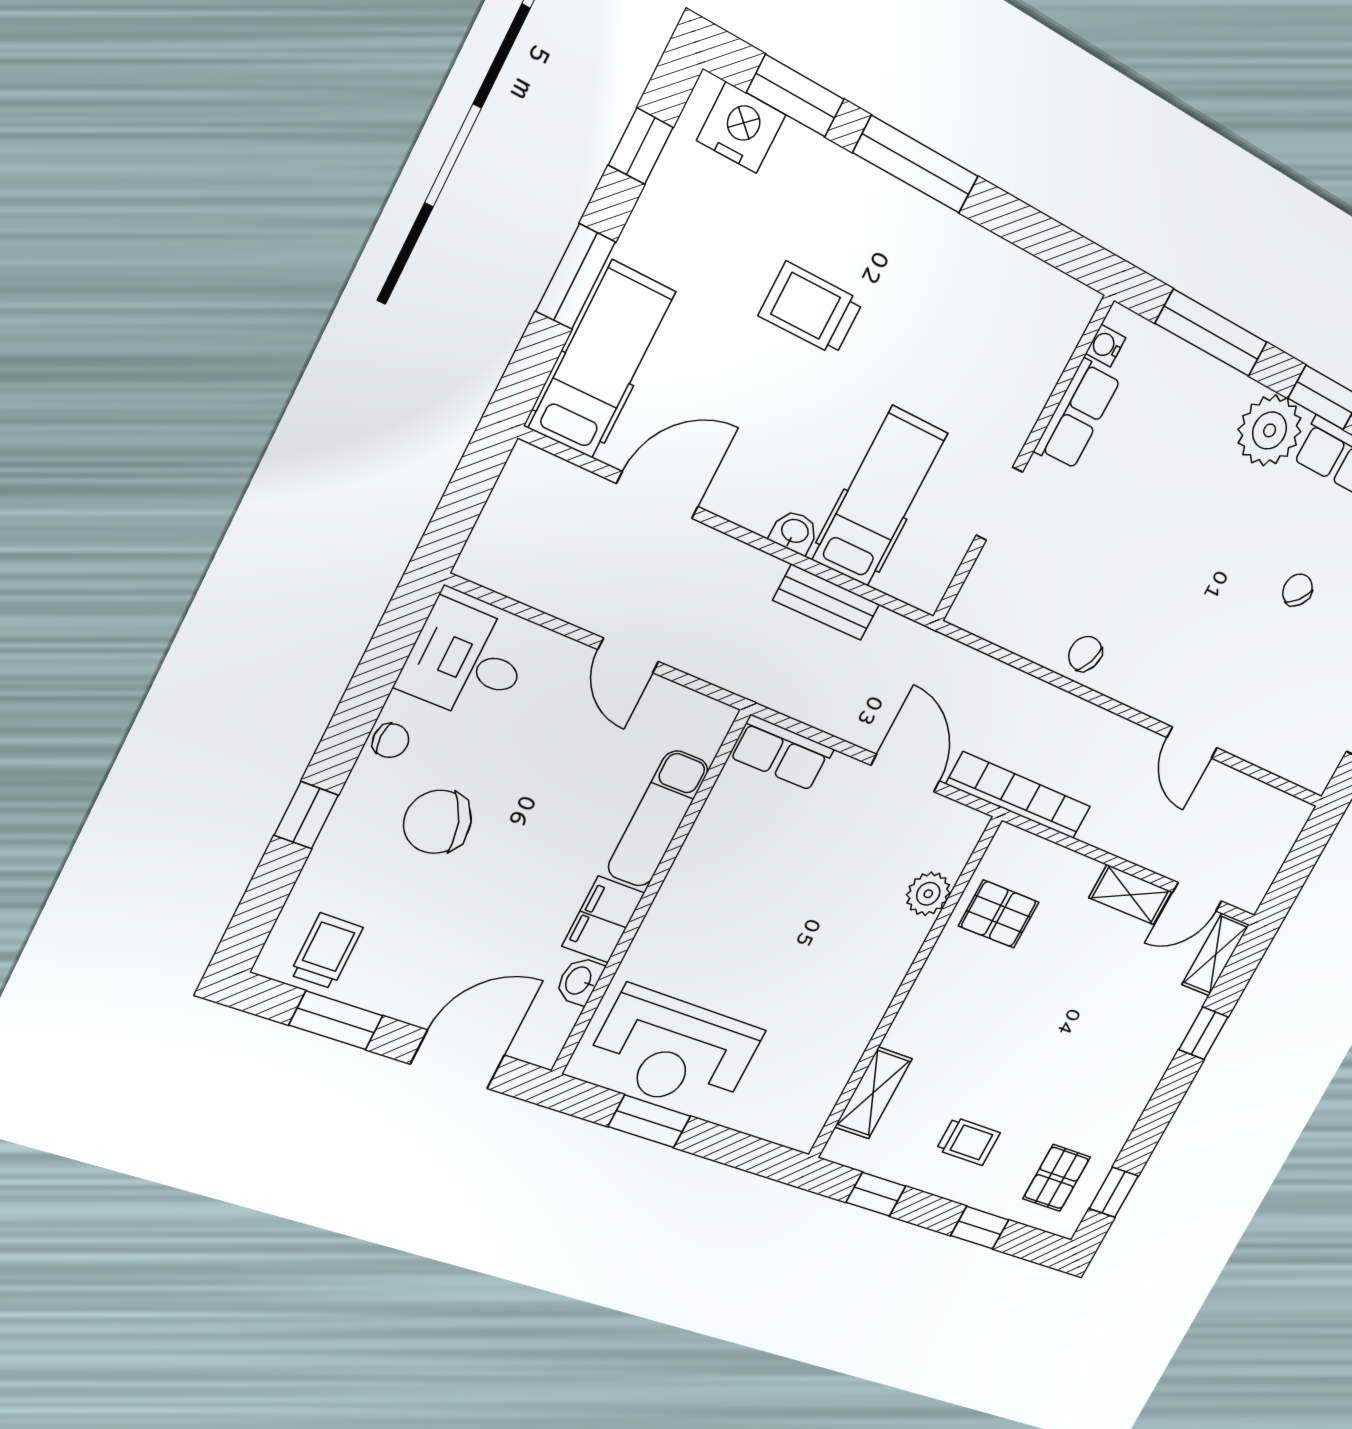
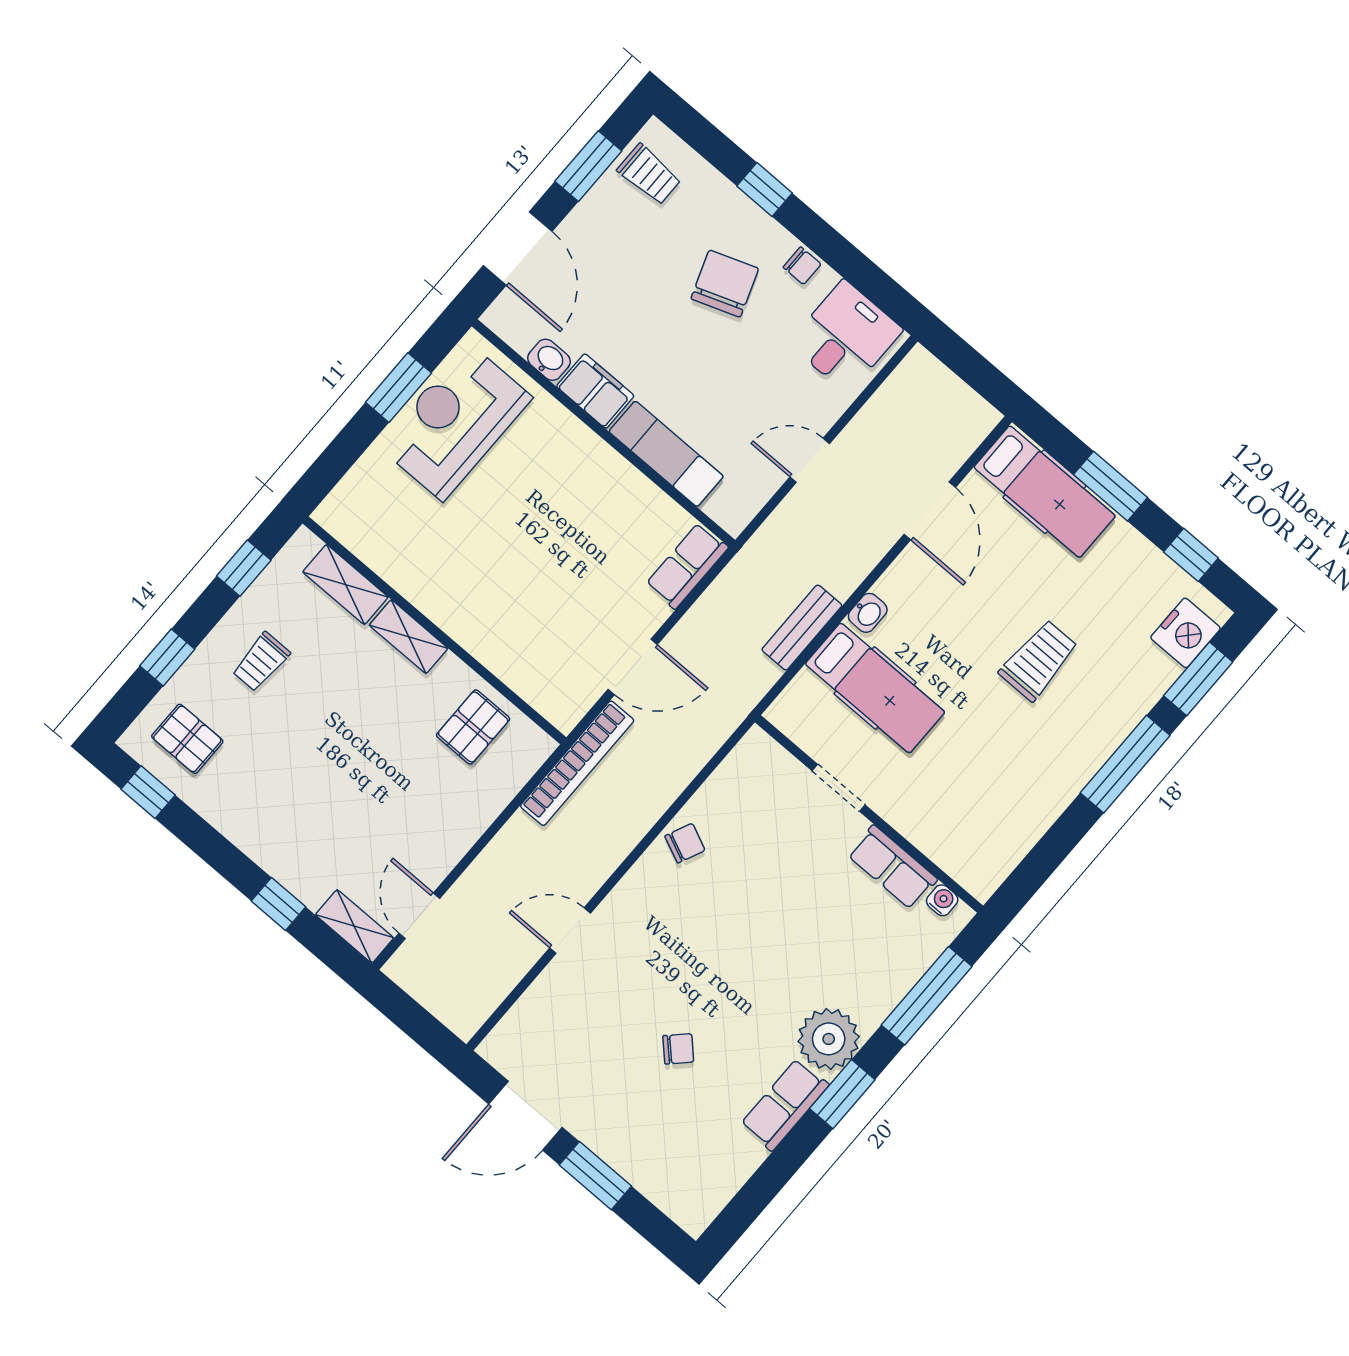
chair: (391, 741) -> (802, 266), turned -90
plant: (928, 894) -> (516, 667), removed
shelving: (1130, 895) -> (409, 637), moved, turned 90

